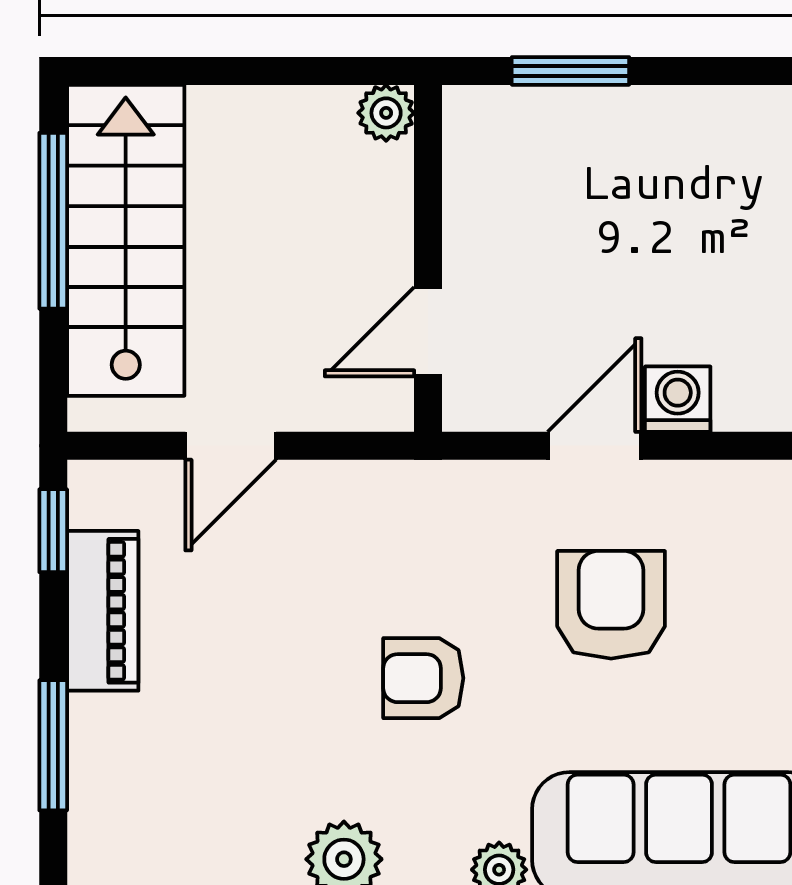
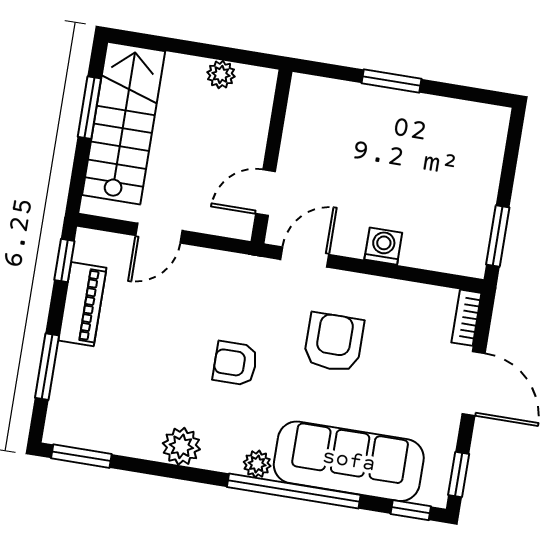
window: (570, 71) -> (391, 81), moved
plant: (386, 113) -> (221, 74), moved
window: (53, 221) -> (89, 108), width x0.69
door: (595, 446) -> (305, 257), moved

